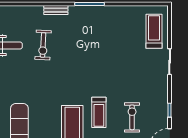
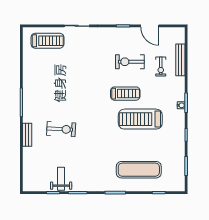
treadmill: (154, 31) -> (47, 41), turned 180
exercise bike: (43, 45) -> (61, 129), moved

